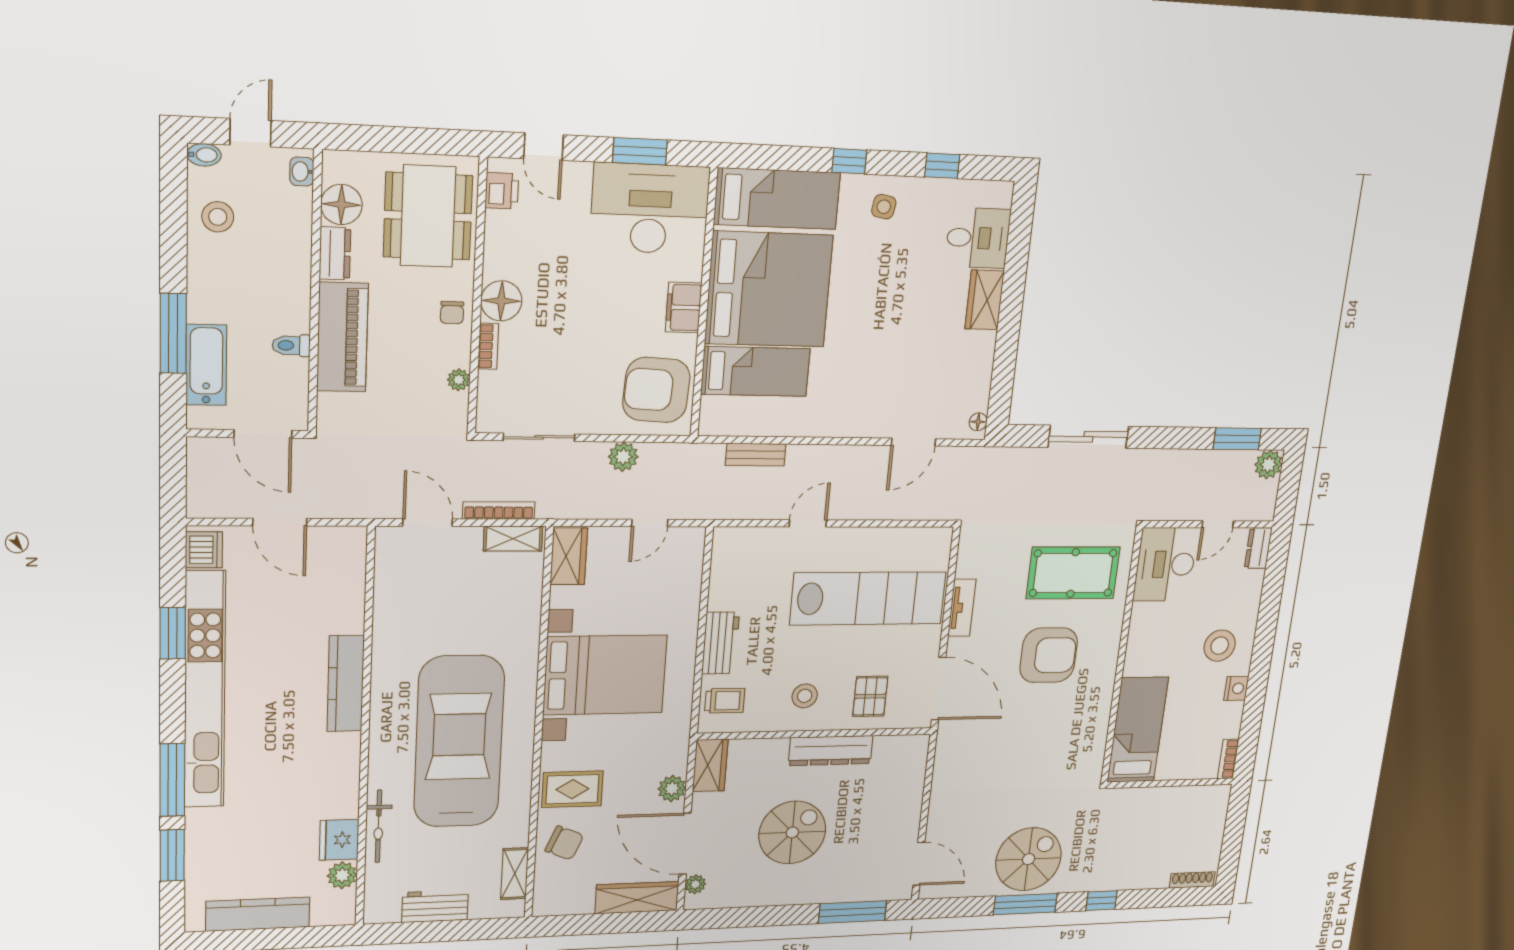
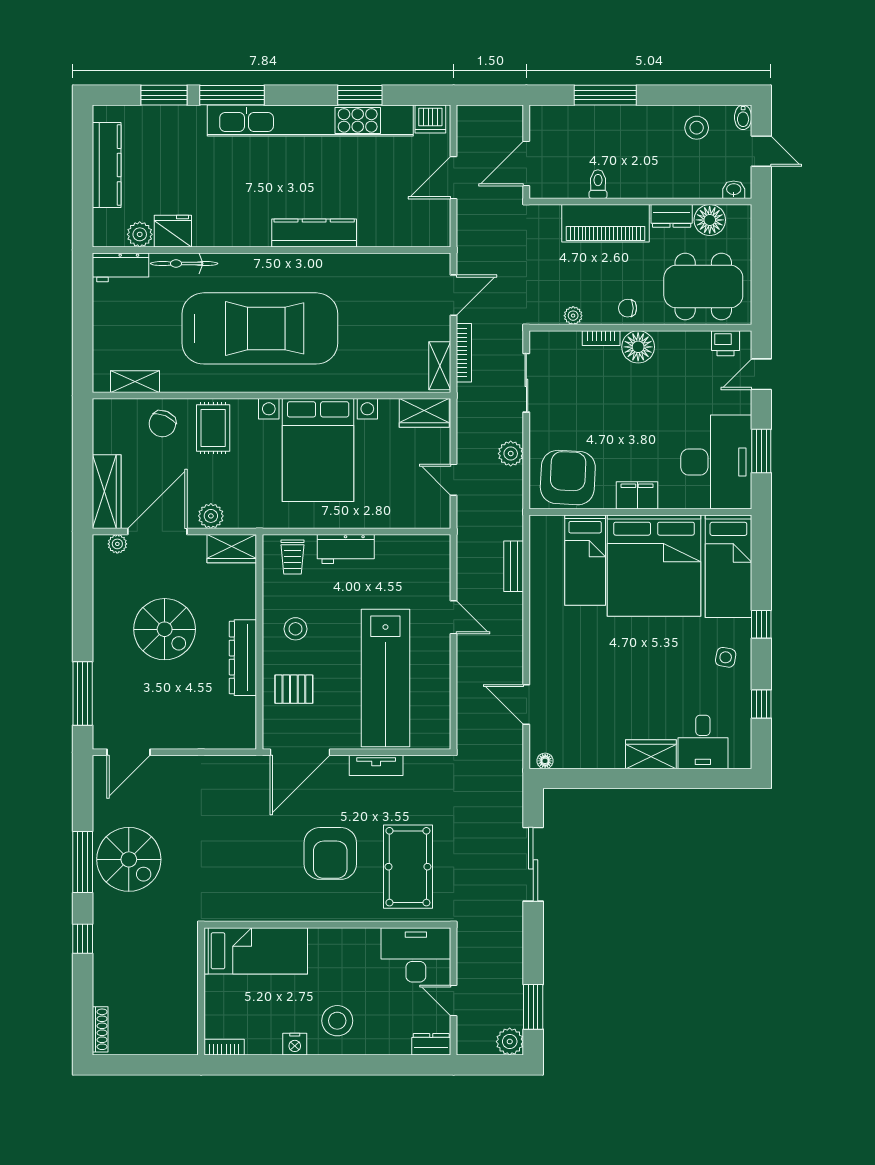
bathtub: (206, 365) -> (581, 120), removed
workbench: (435, 906) -> (120, 267), moved, turned 90

